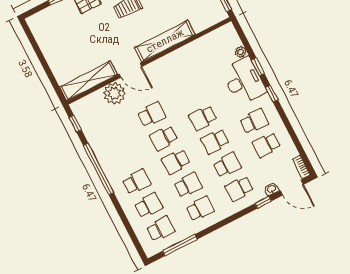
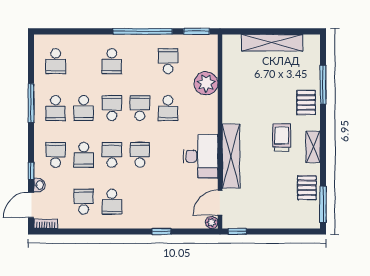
plant: (241, 52) -> (212, 222), moved
door: (130, 70) -> (220, 203), moved
shelving: (88, 81) -> (272, 43), moved, turned 90
desk: (244, 81) -> (201, 156), moved, turned -90
window: (272, 94) -> (129, 231), removed
window: (75, 124) -> (196, 31), width x1.50
school desk: (149, 205) -> (168, 61), moved, turned 180
window: (180, 245) -> (31, 103), moved

